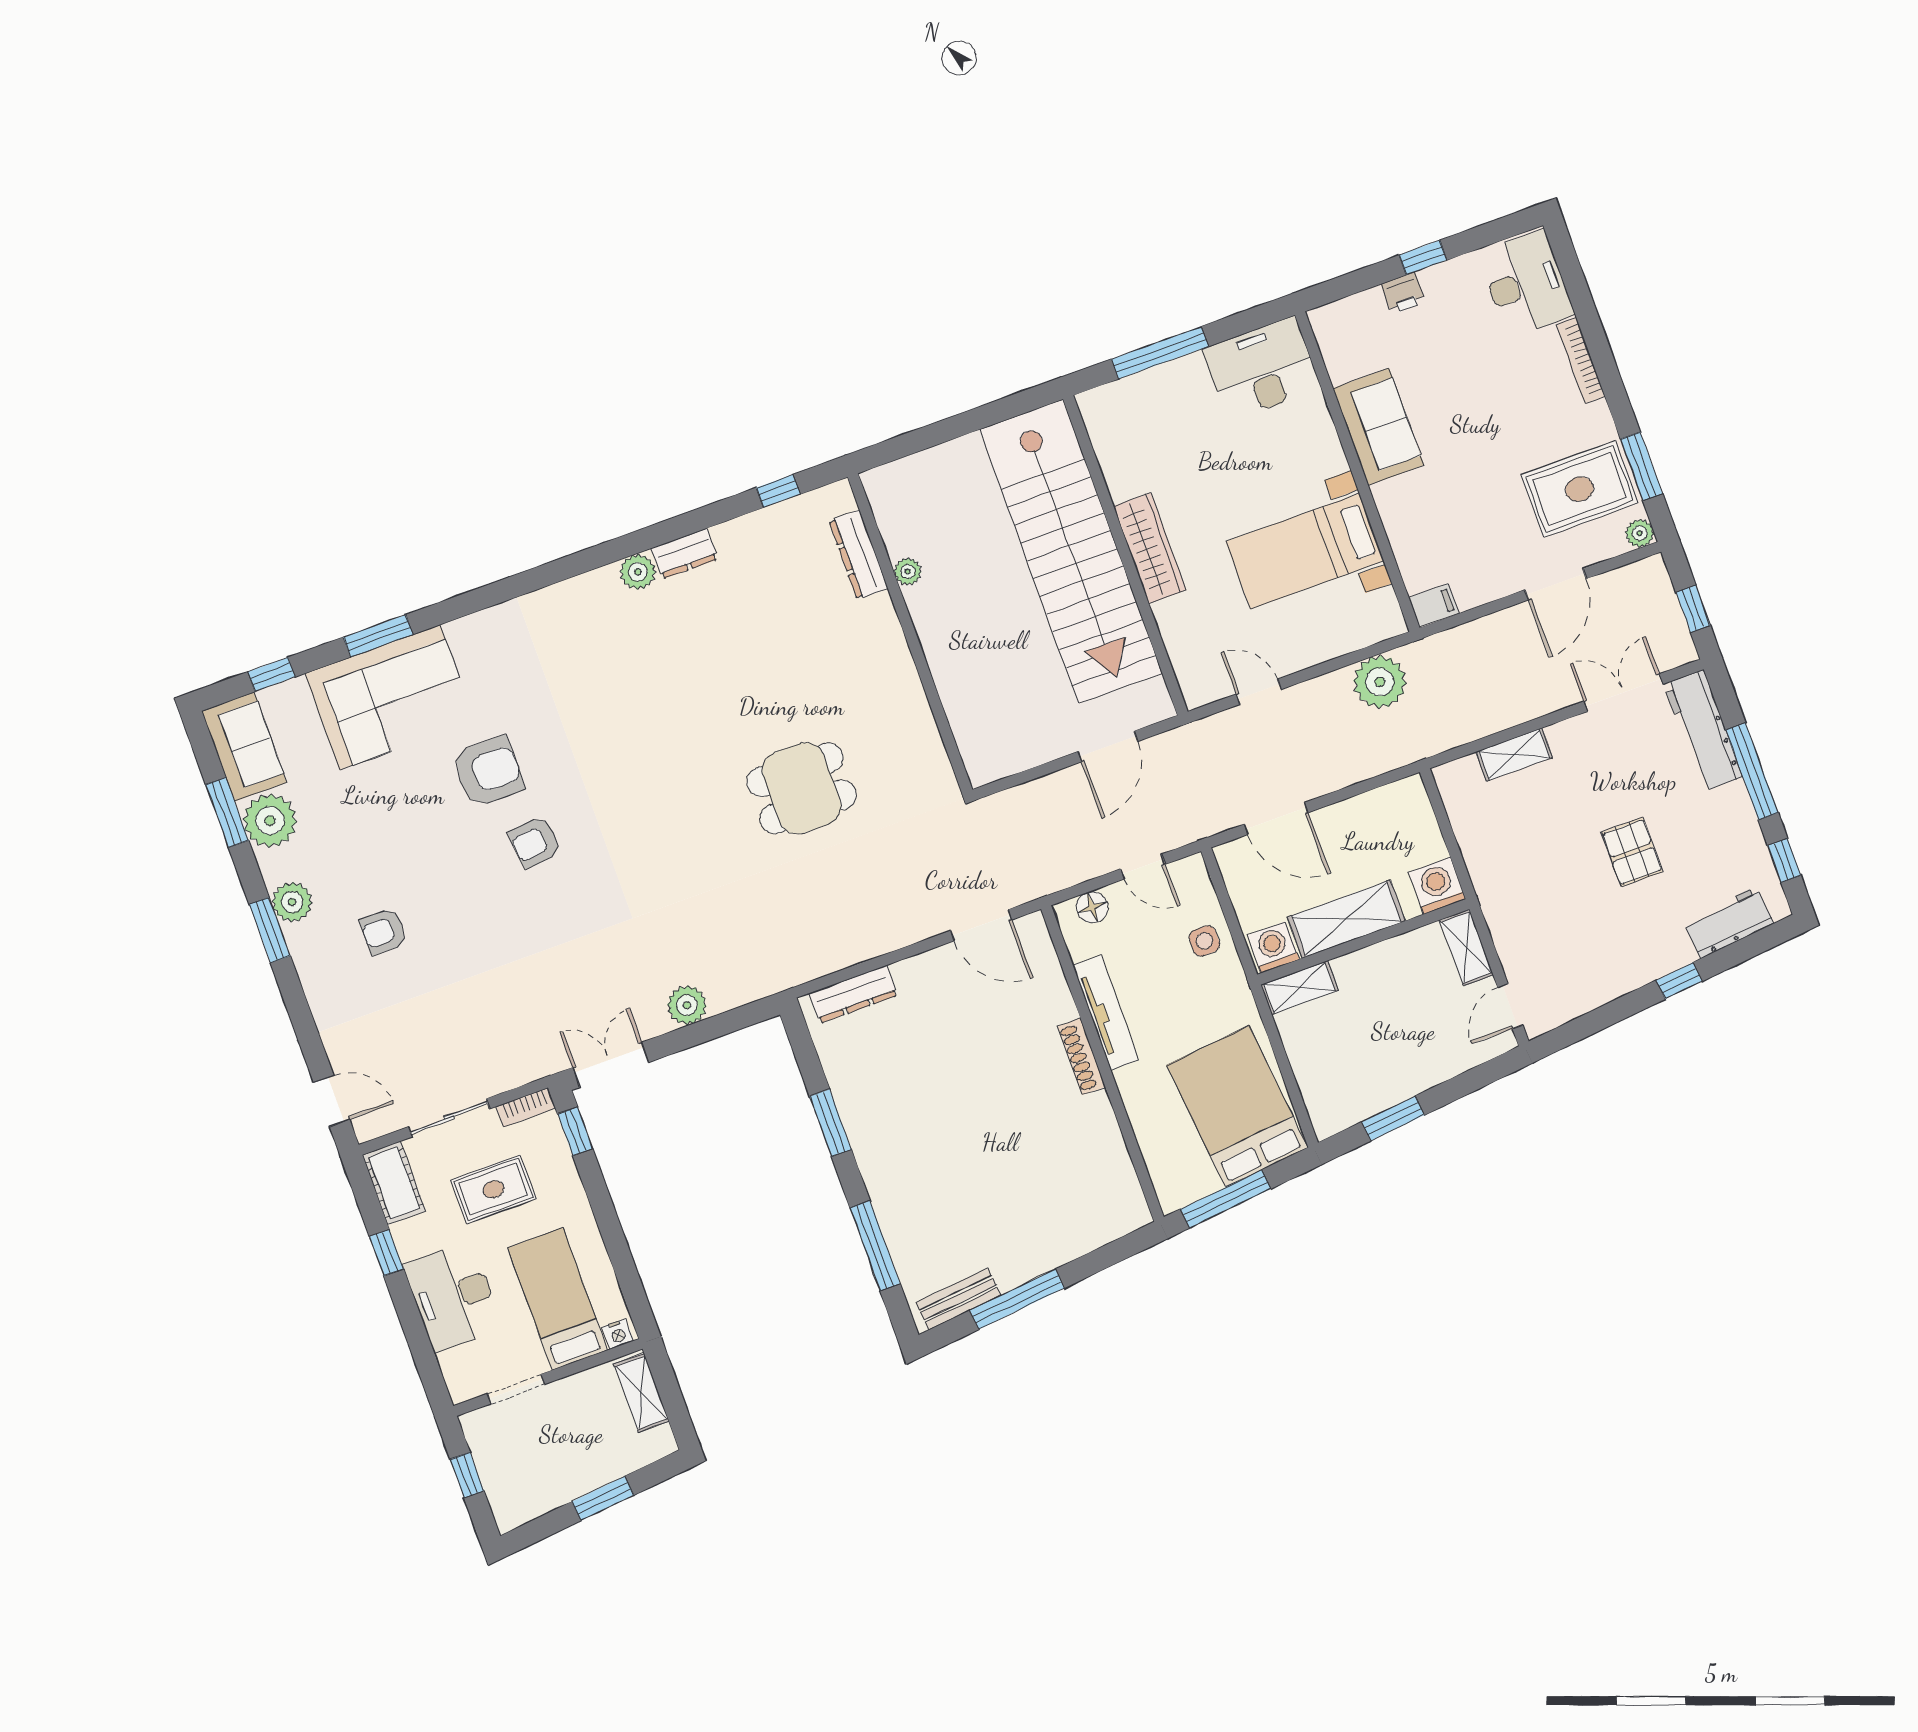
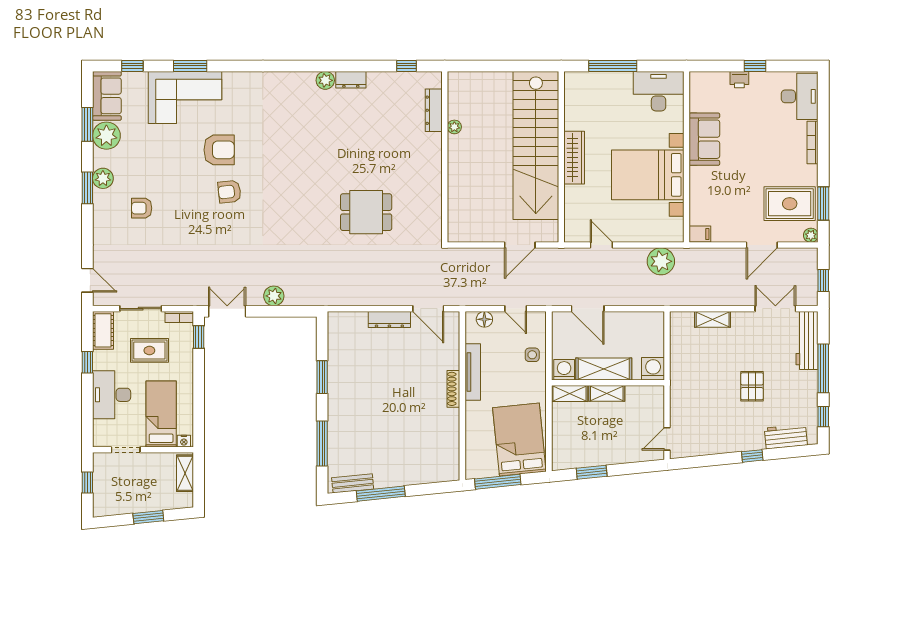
bed with nightstands: (1305, 551) -> (648, 175), width x1.36
shelving: (1467, 947) -> (607, 393), moved, turned 90
dresser: (853, 994) -> (389, 320), moved

